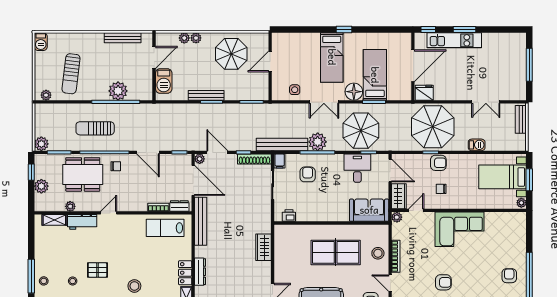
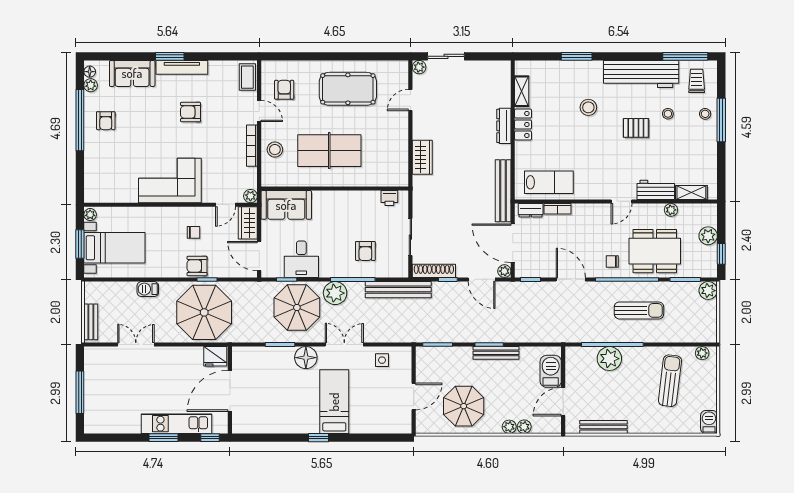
bed: (375, 75) -> (279, 379), removed
plant: (318, 142) -> (335, 293), moved
filing cabinet: (280, 161) -> (401, 268), removed

